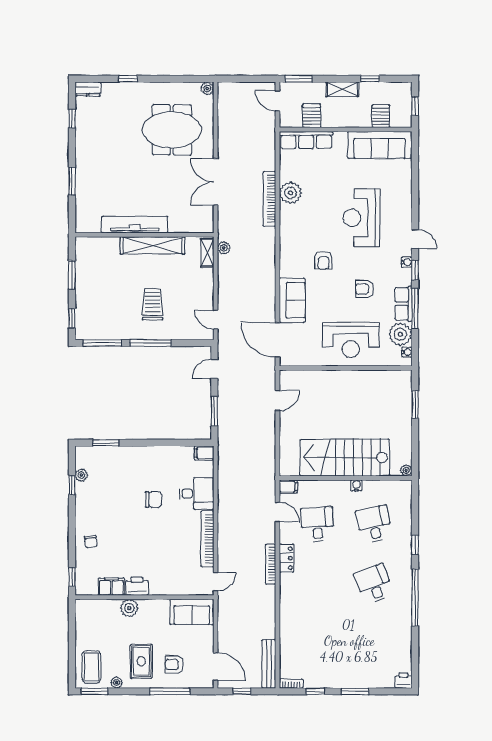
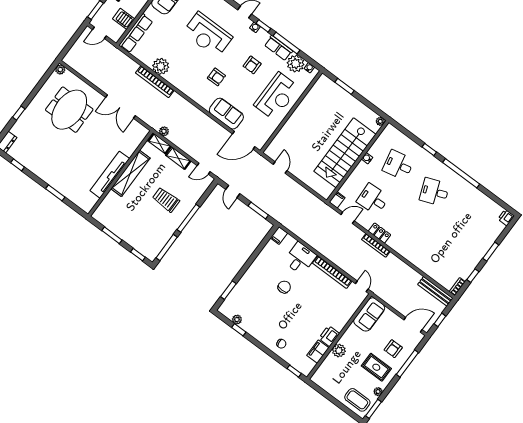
shelving: (207, 284) -> (178, 158), added

